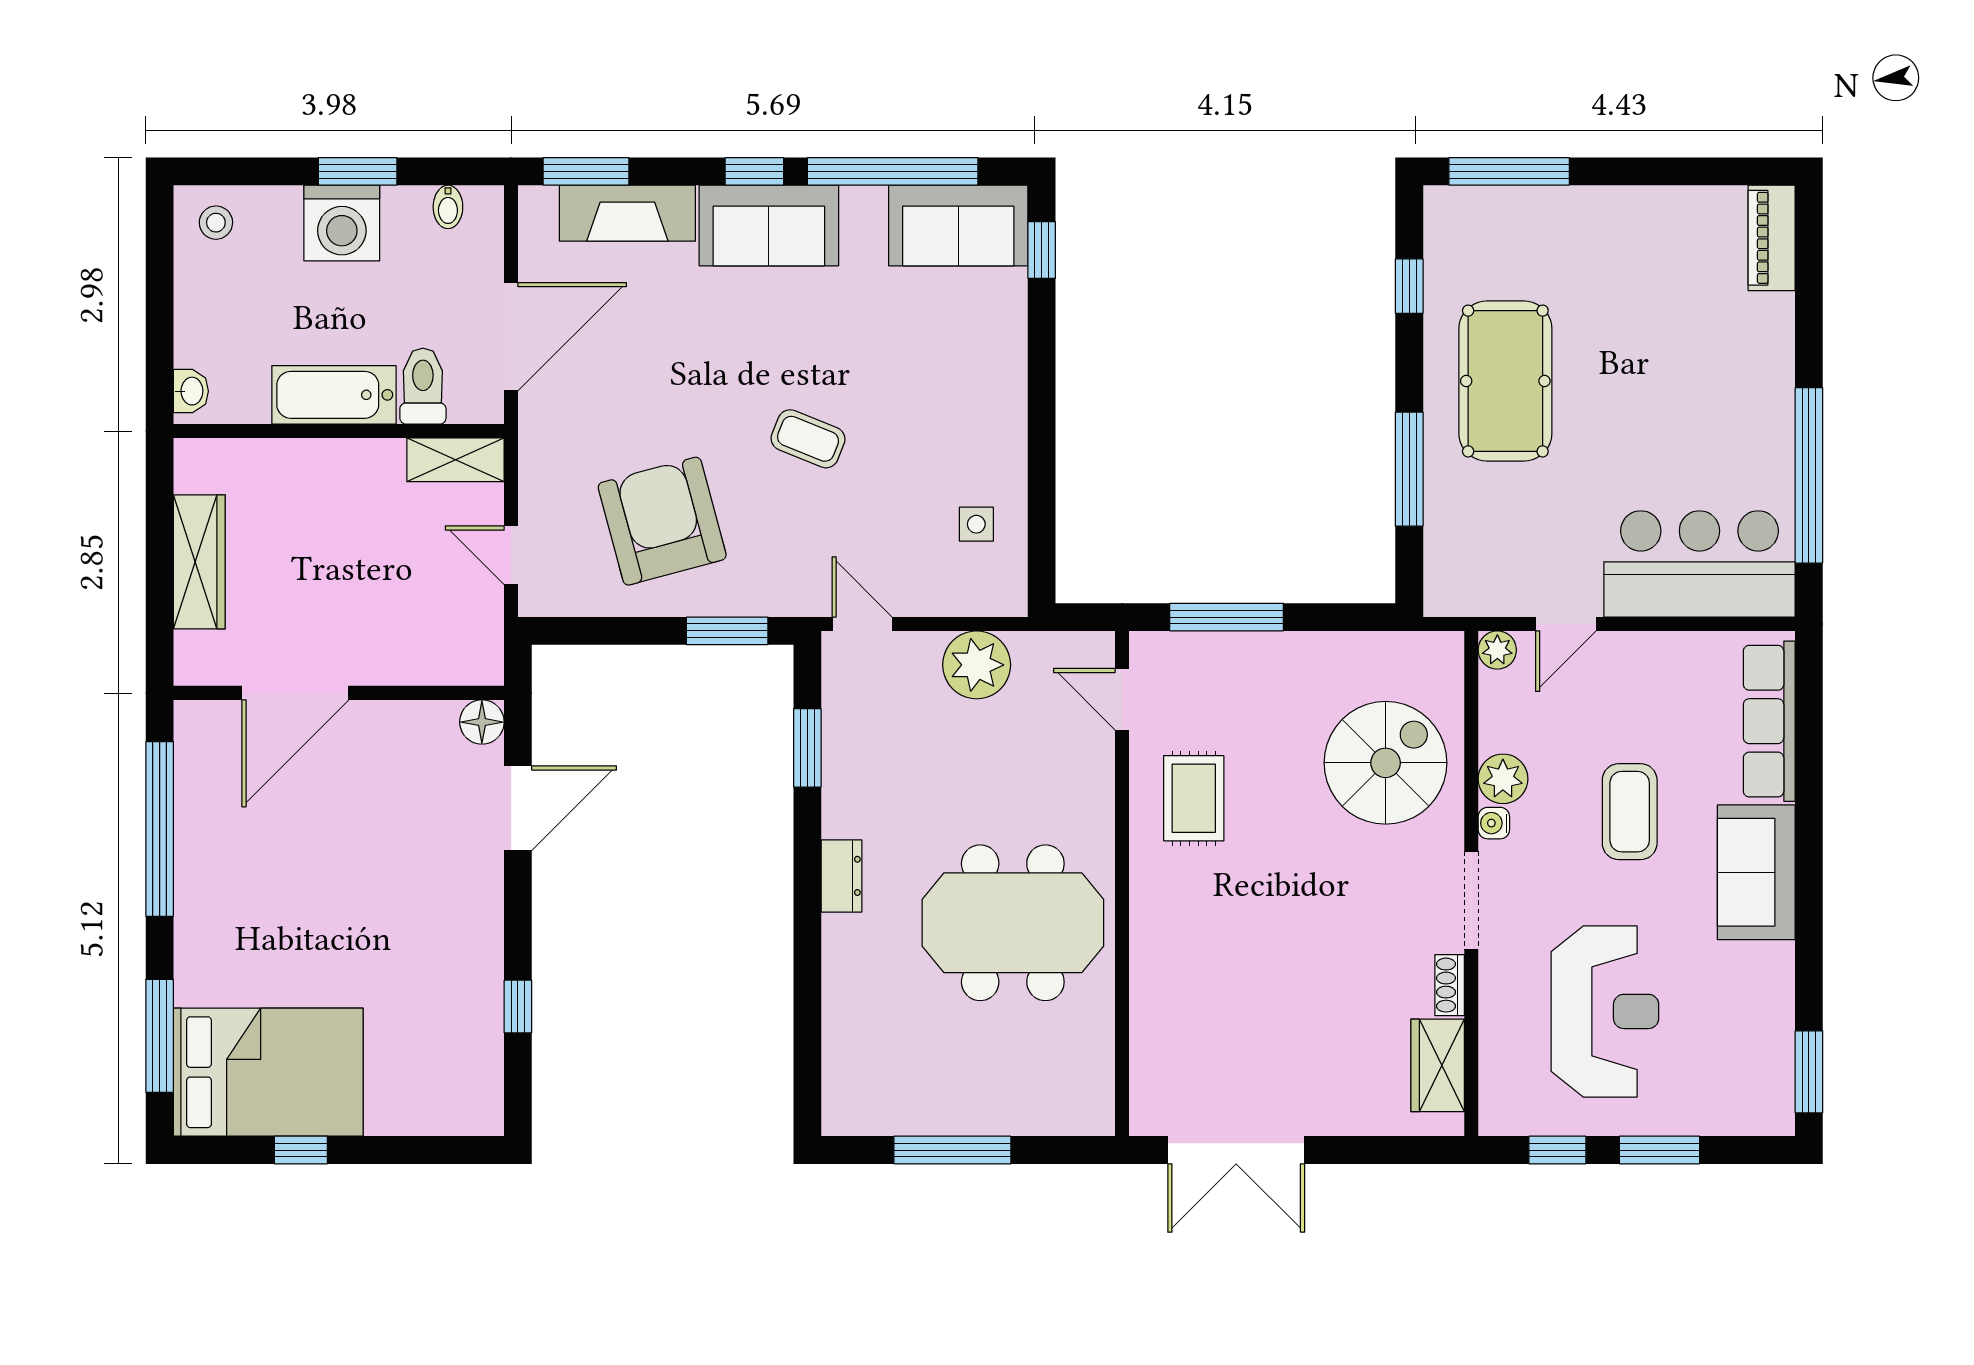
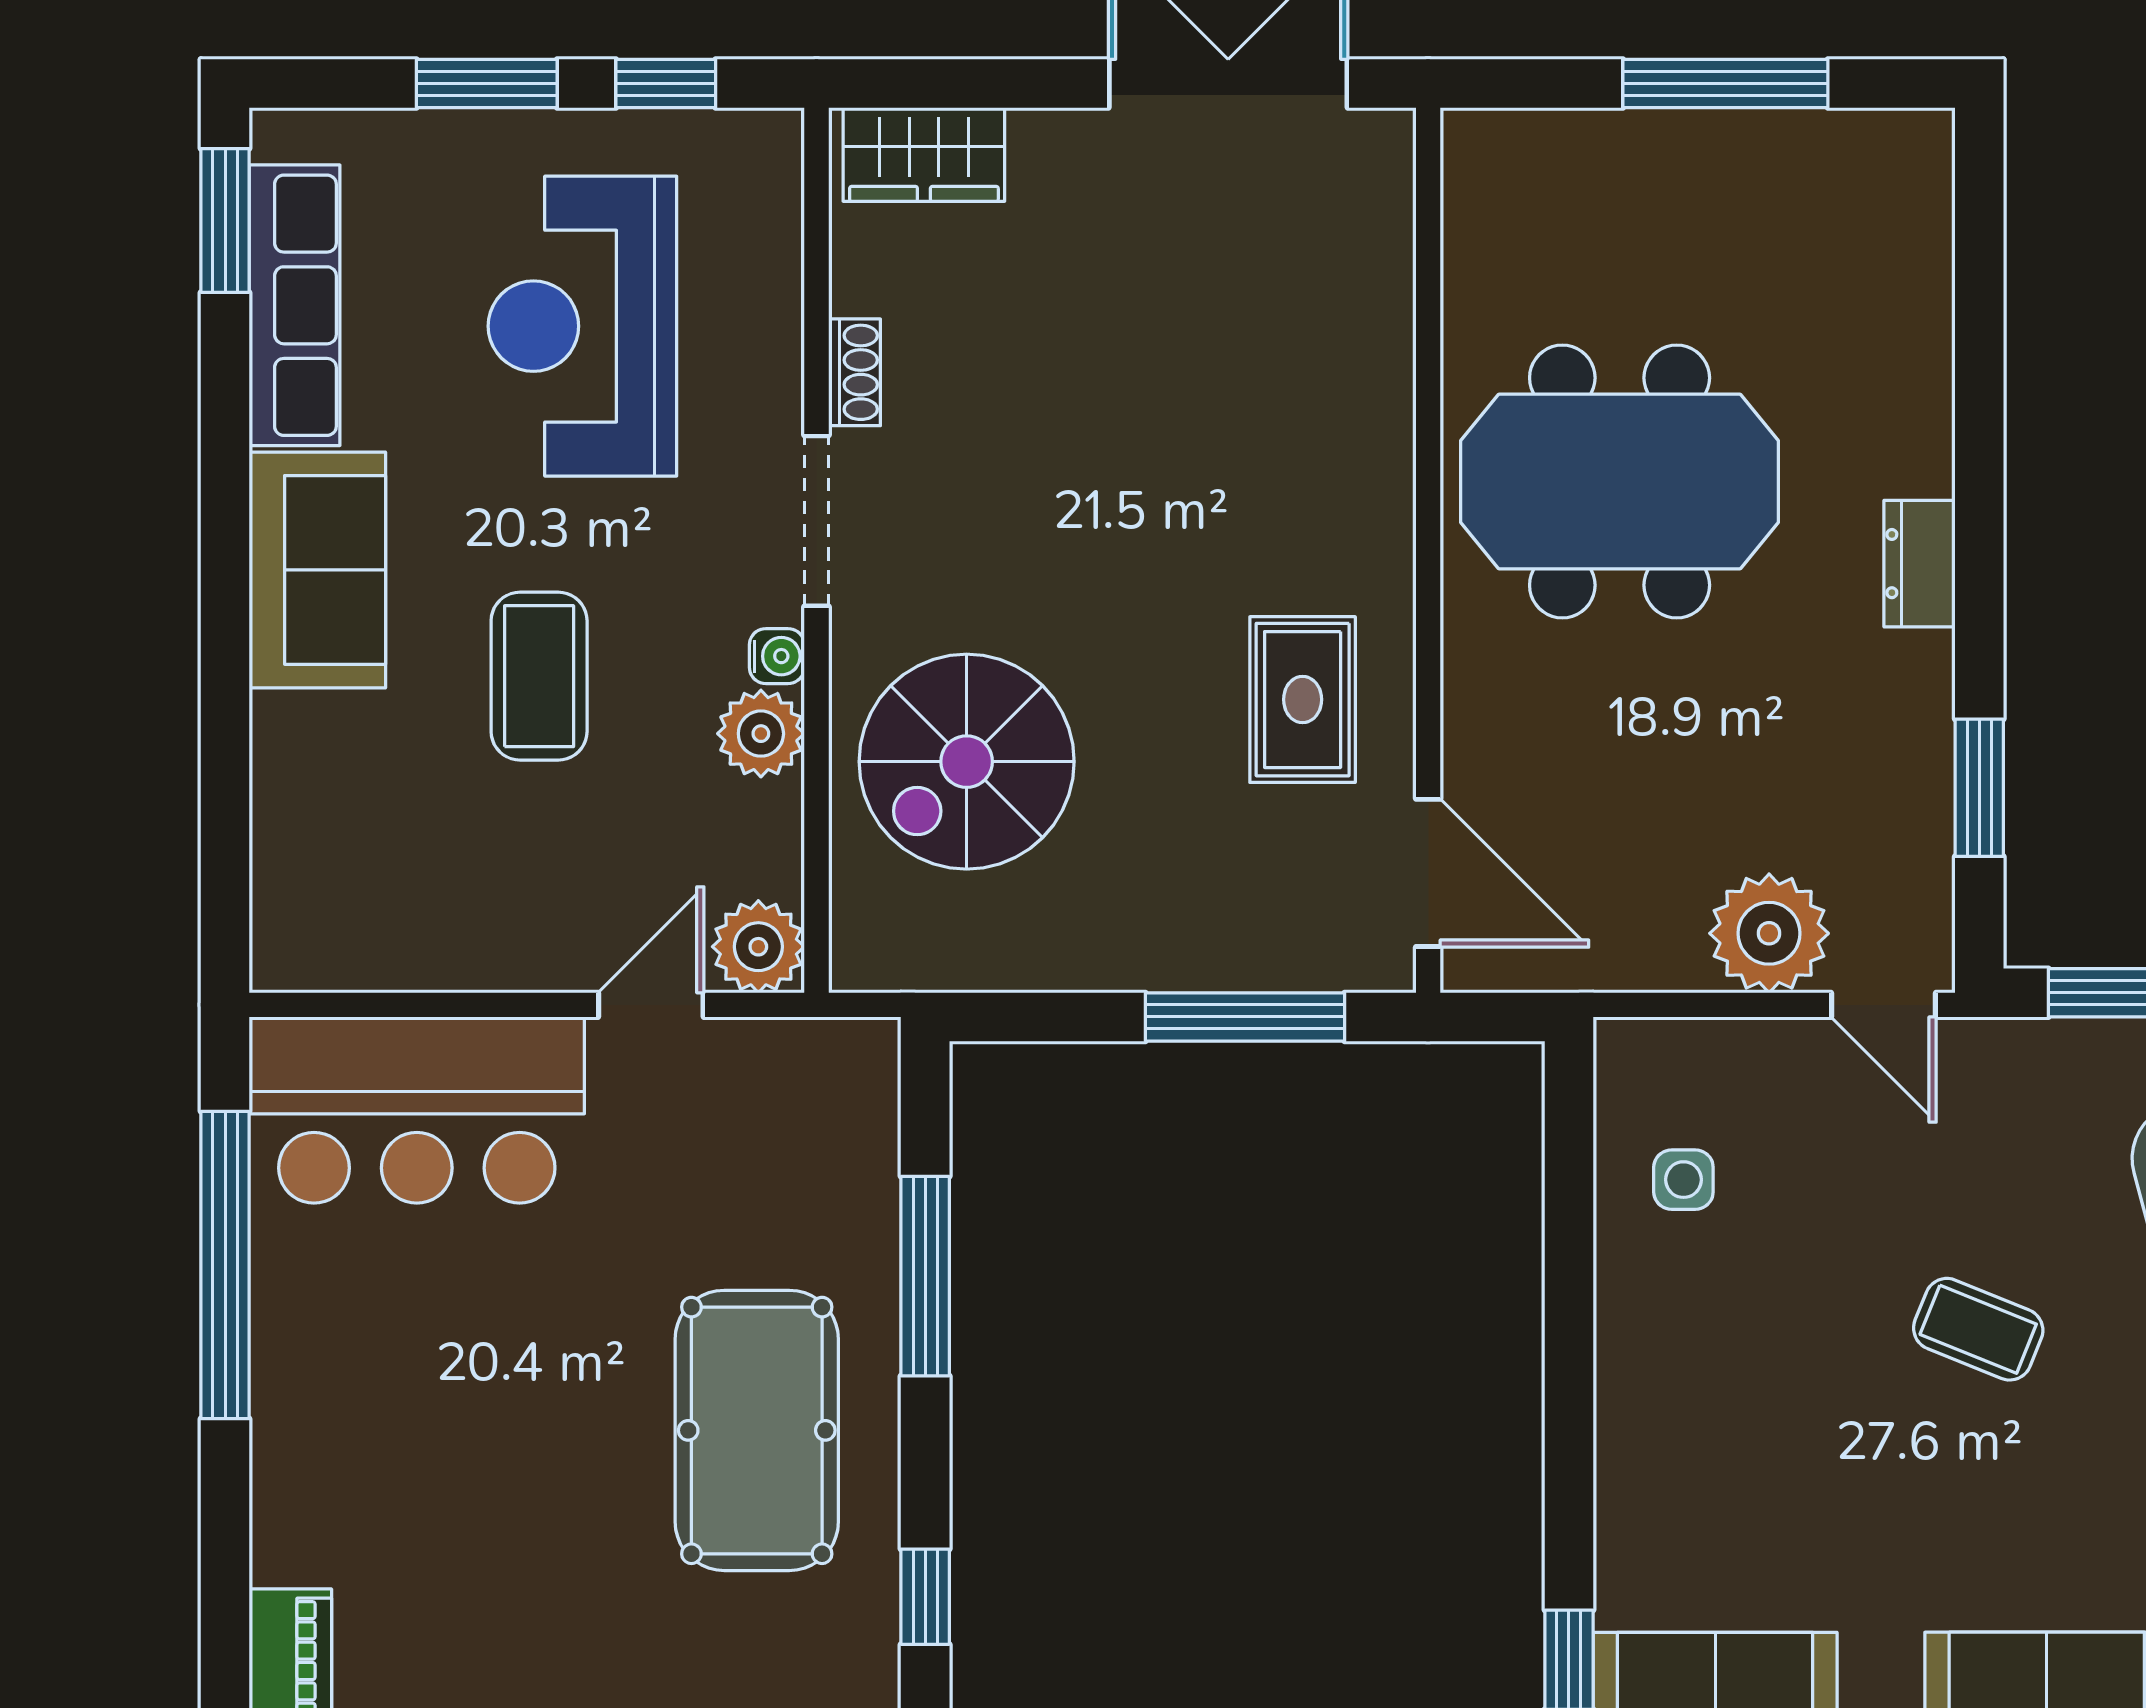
plant: (1497, 650) -> (758, 947), width x1.38, depth x1.38
plant: (977, 665) -> (1769, 933), moved
door: (1122, 699) -> (1428, 873), width x1.38
row of seats: (1769, 721) -> (295, 305), moved
wardrobe: (1438, 1065) -> (924, 154), moved, turned 90

